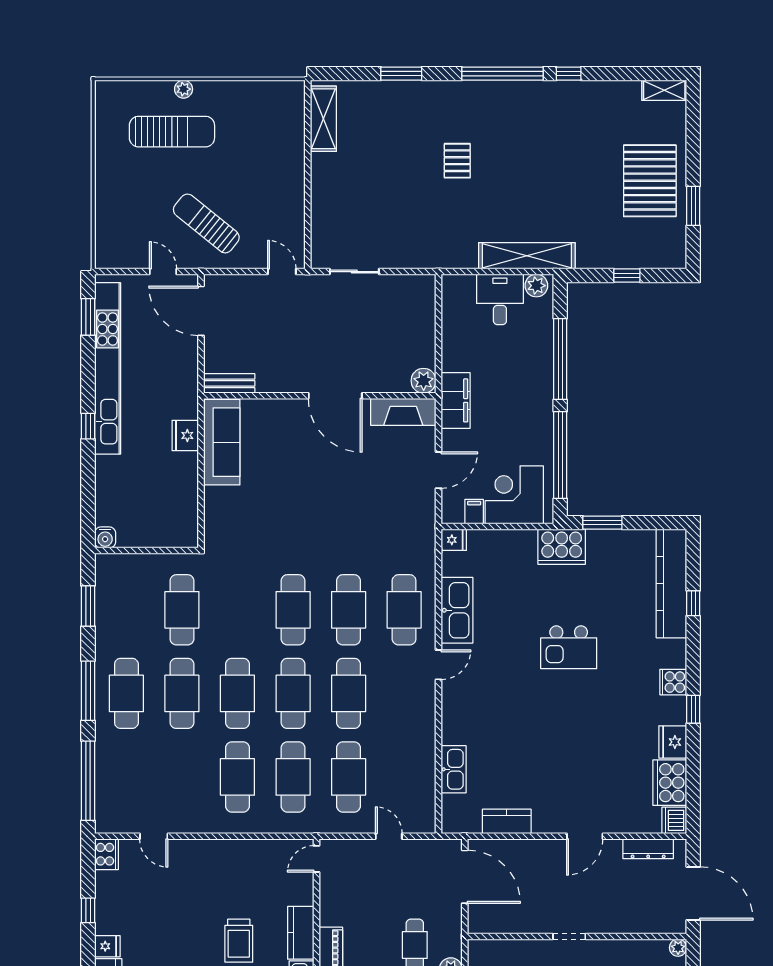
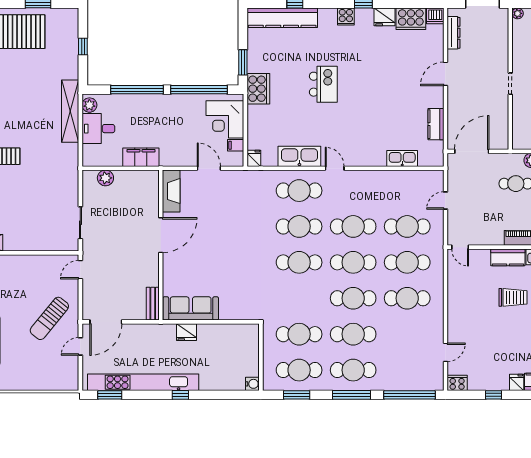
plant: (424, 381) -> (105, 178), moved
filing cabinet: (456, 400) -> (141, 157), moved
cafe table: (126, 610) -> (299, 370), added
door: (585, 836) -> (445, 74), swing flipped

